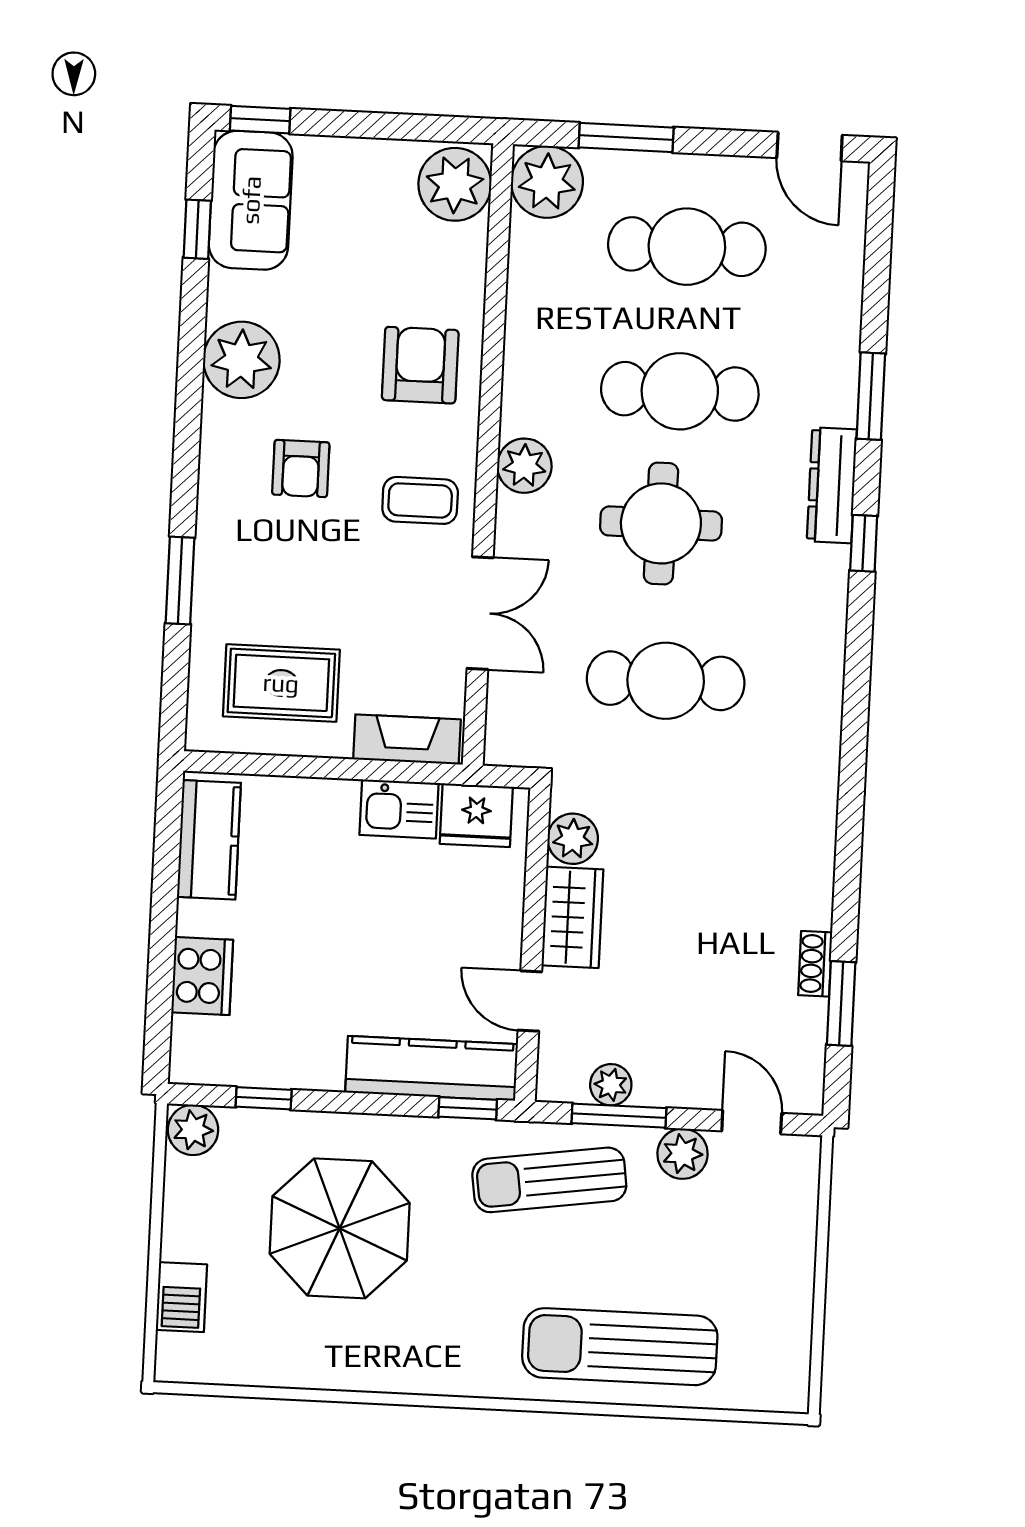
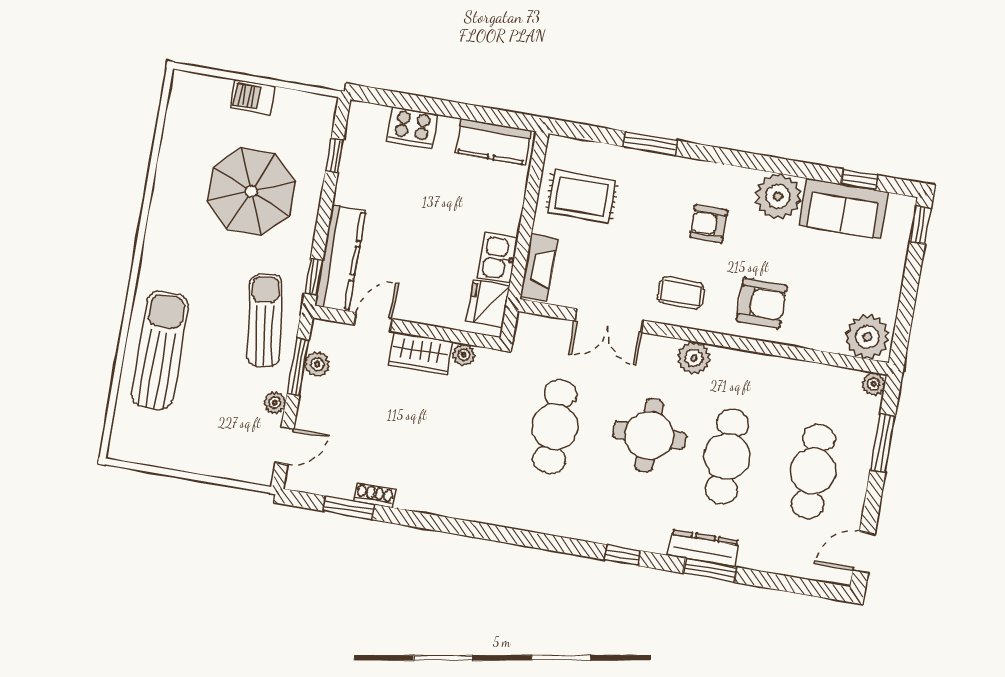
plant: (547, 182) -> (874, 384), width x0.53, depth x0.53
sofa: (251, 200) -> (844, 209), moved
dresser: (832, 485) -> (704, 548), moved
coffee table: (420, 500) -> (681, 293), turned 90
rug: (281, 683) -> (582, 197), turned 90
plant: (573, 839) -> (464, 355), width x0.73, depth x0.73
plant: (193, 1130) -> (321, 111), removed
plant: (683, 1154) -> (275, 403), width x0.73, depth x0.73
barbecue: (181, 1297) -> (253, 97), moved

